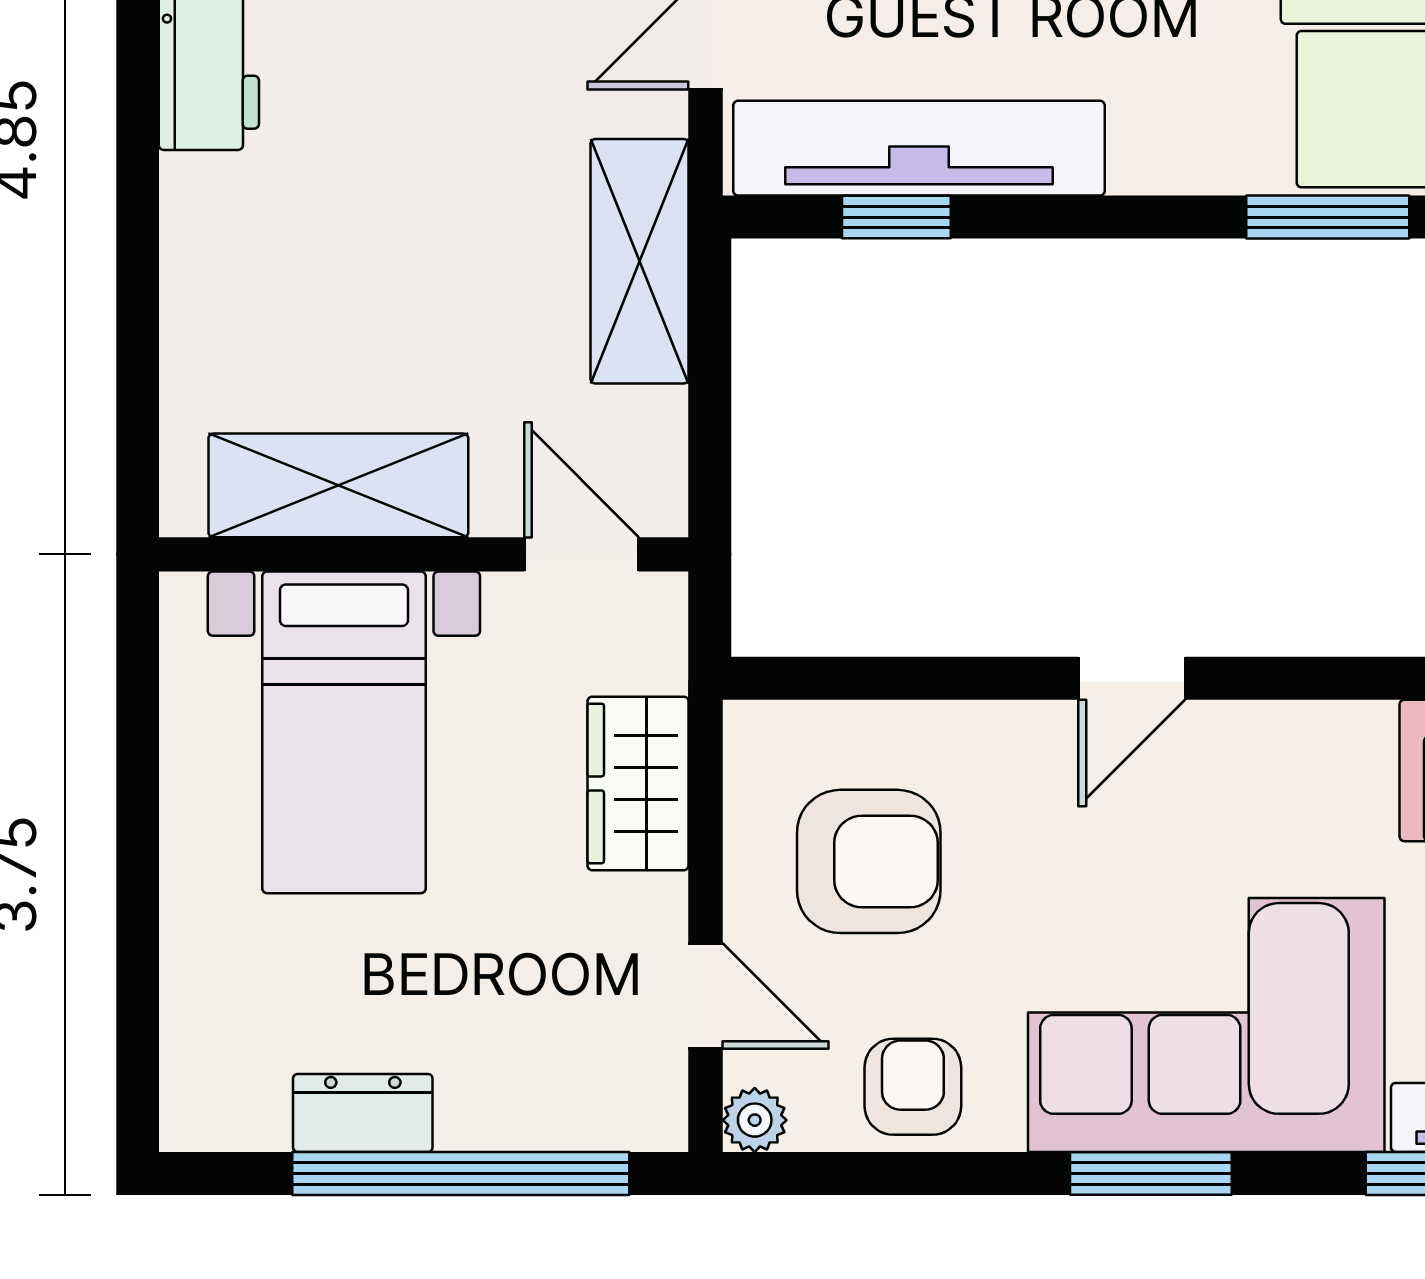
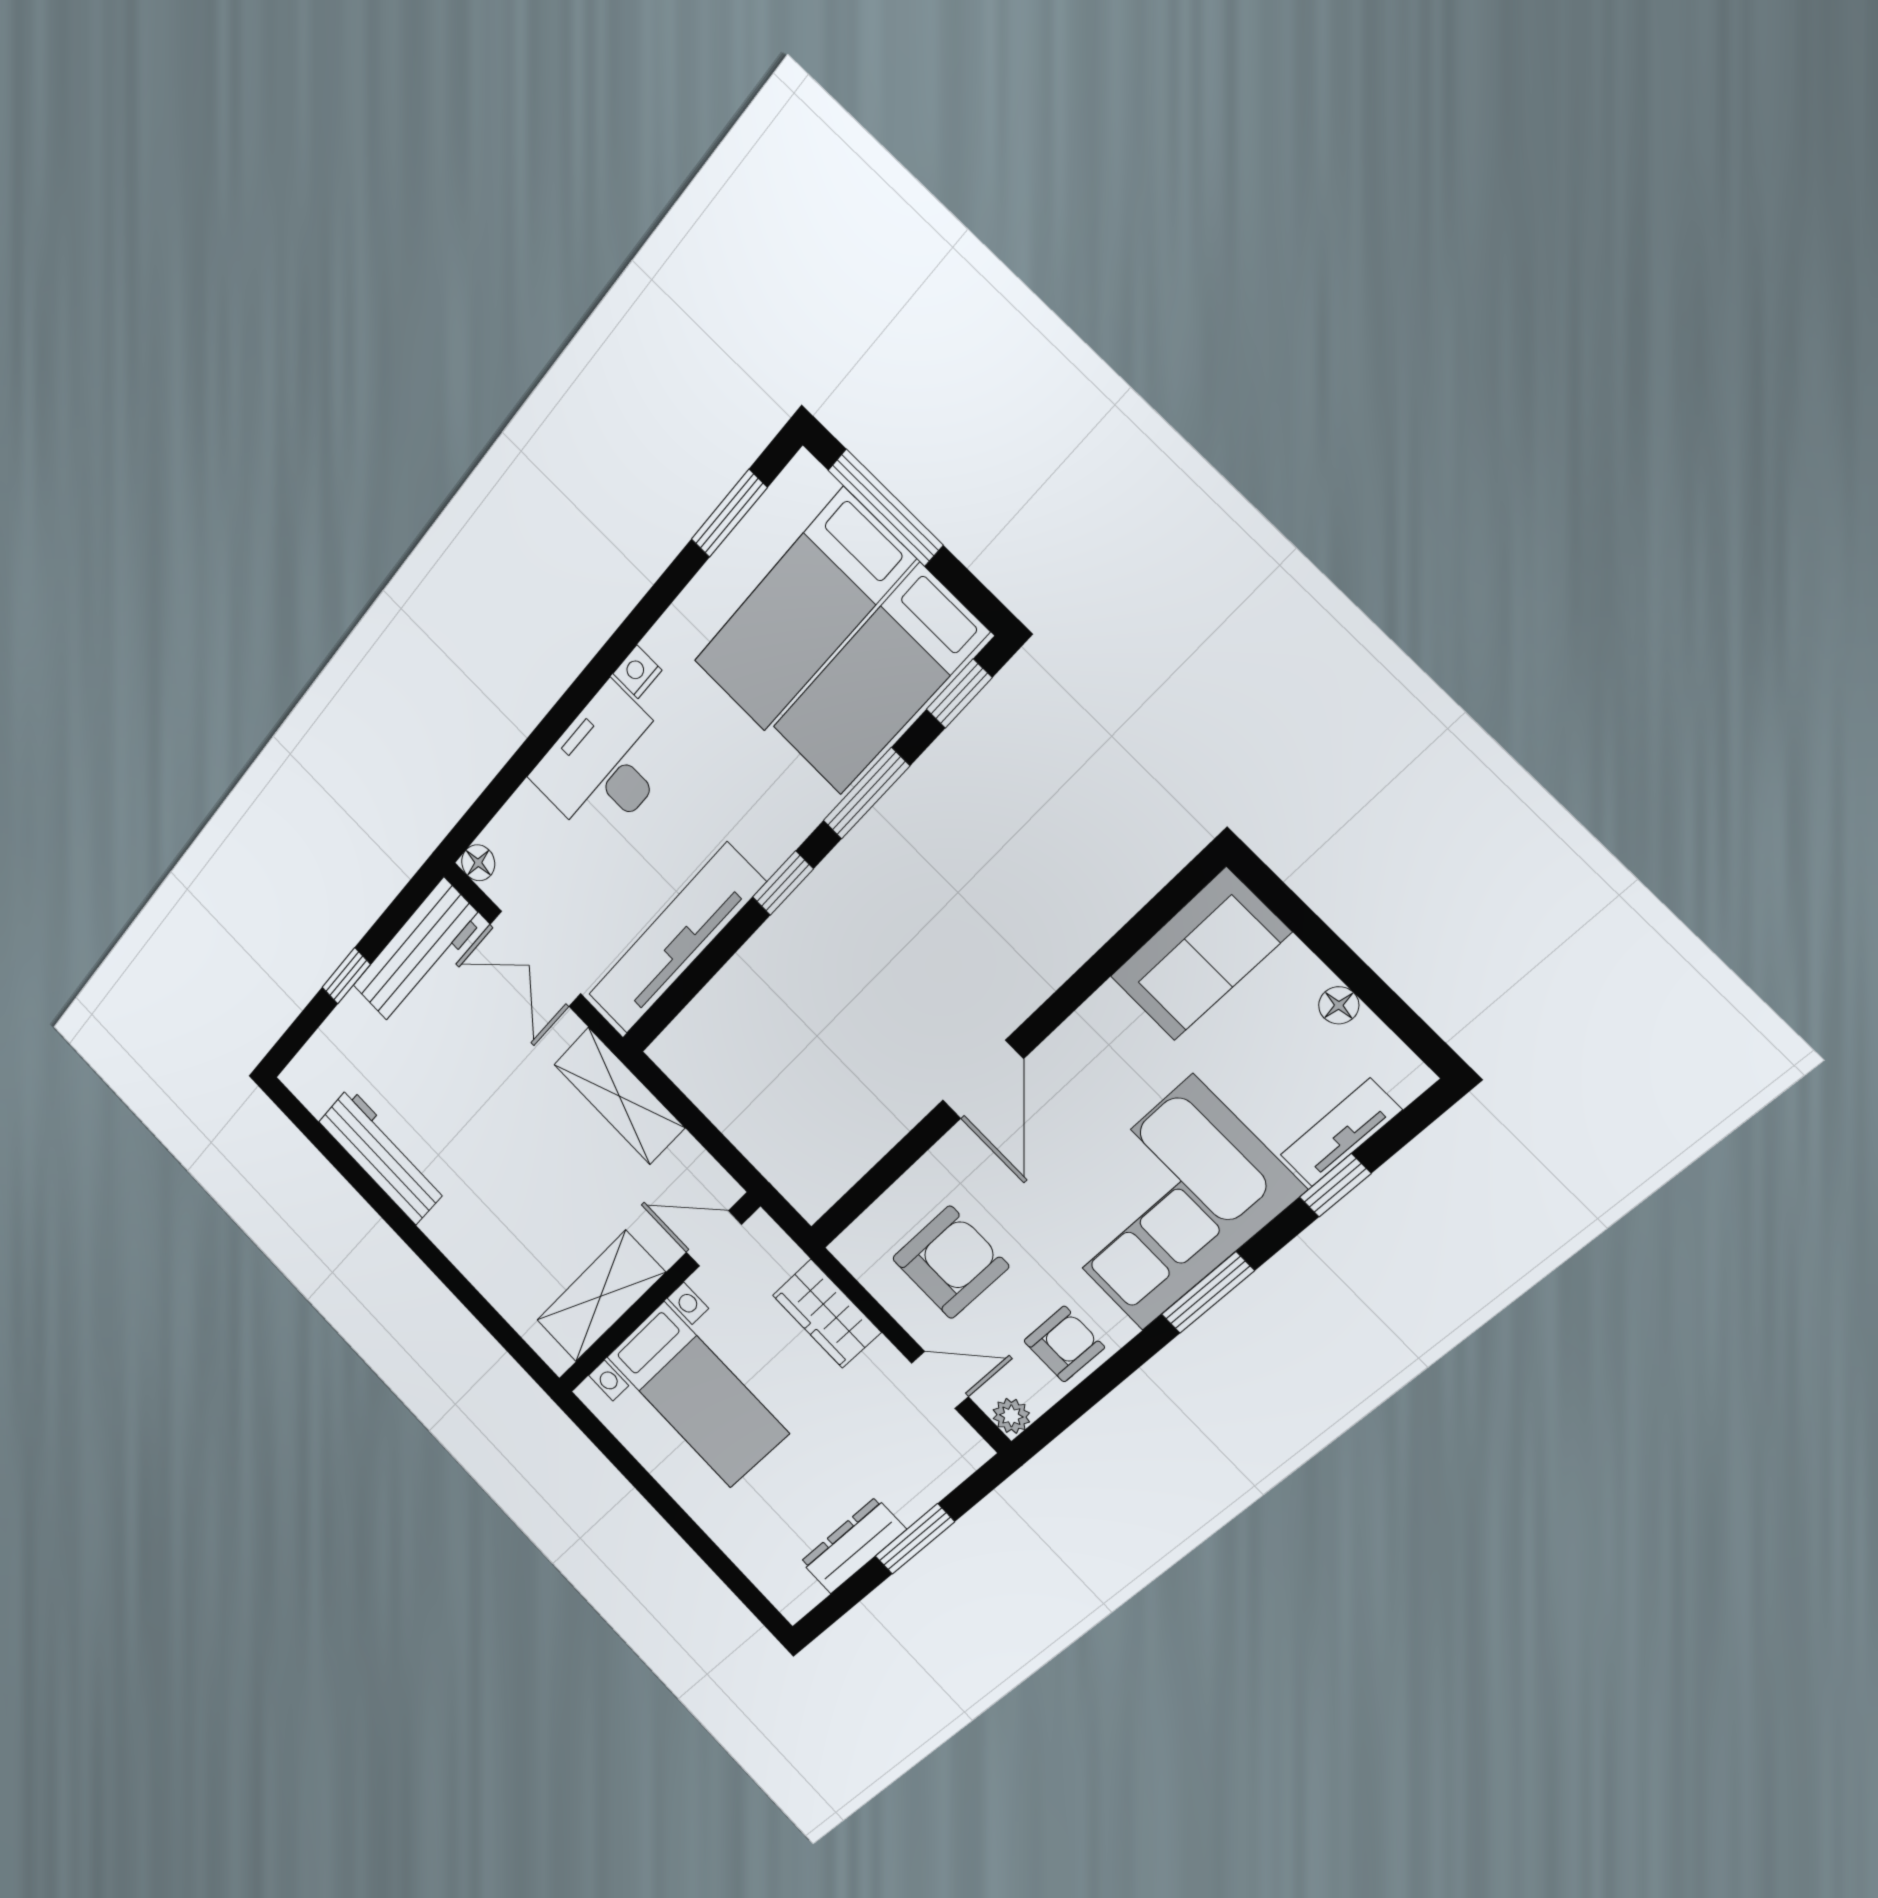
window: (896, 217) -> (783, 883), moved
door: (1132, 678) -> (983, 1080), width x1.38
armchair: (913, 1087) -> (1064, 1344), turned 90
dresser: (363, 1113) -> (853, 1546), width x1.44
window: (461, 1173) -> (915, 1539), width x0.47

